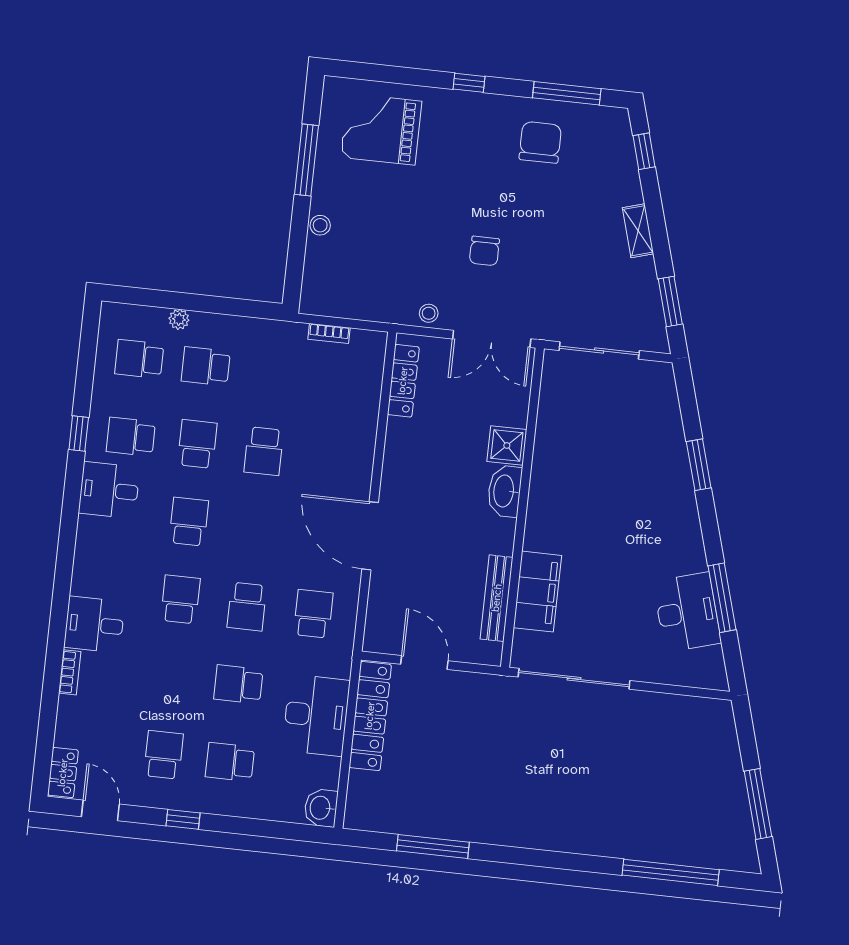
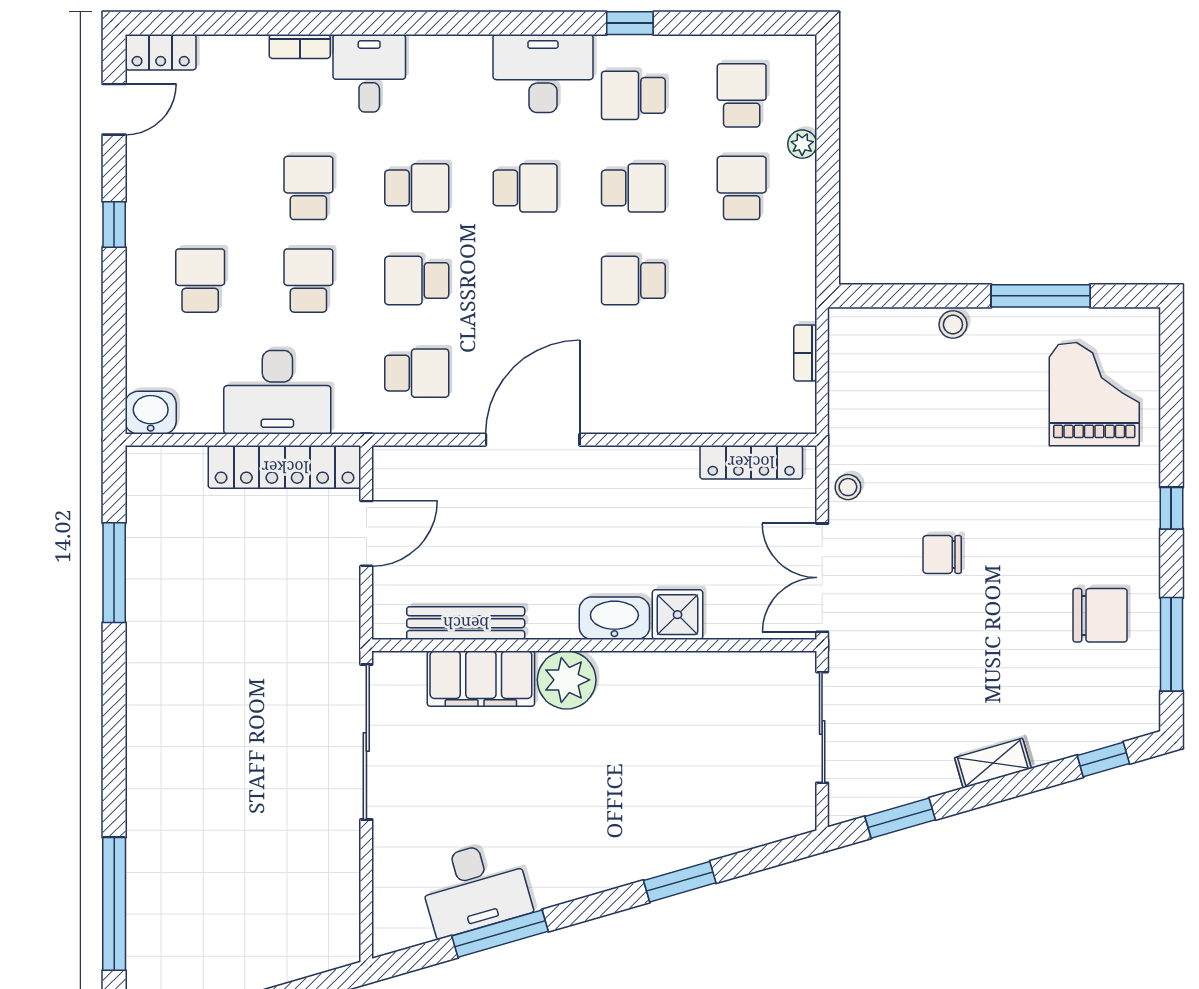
school desk: (131, 437) -> (633, 95), turned -90
desk: (109, 490) -> (543, 74), width x1.37
plant: (545, 530) -> (567, 680), added
school desk: (163, 755) -> (308, 188), moved, turned -90

